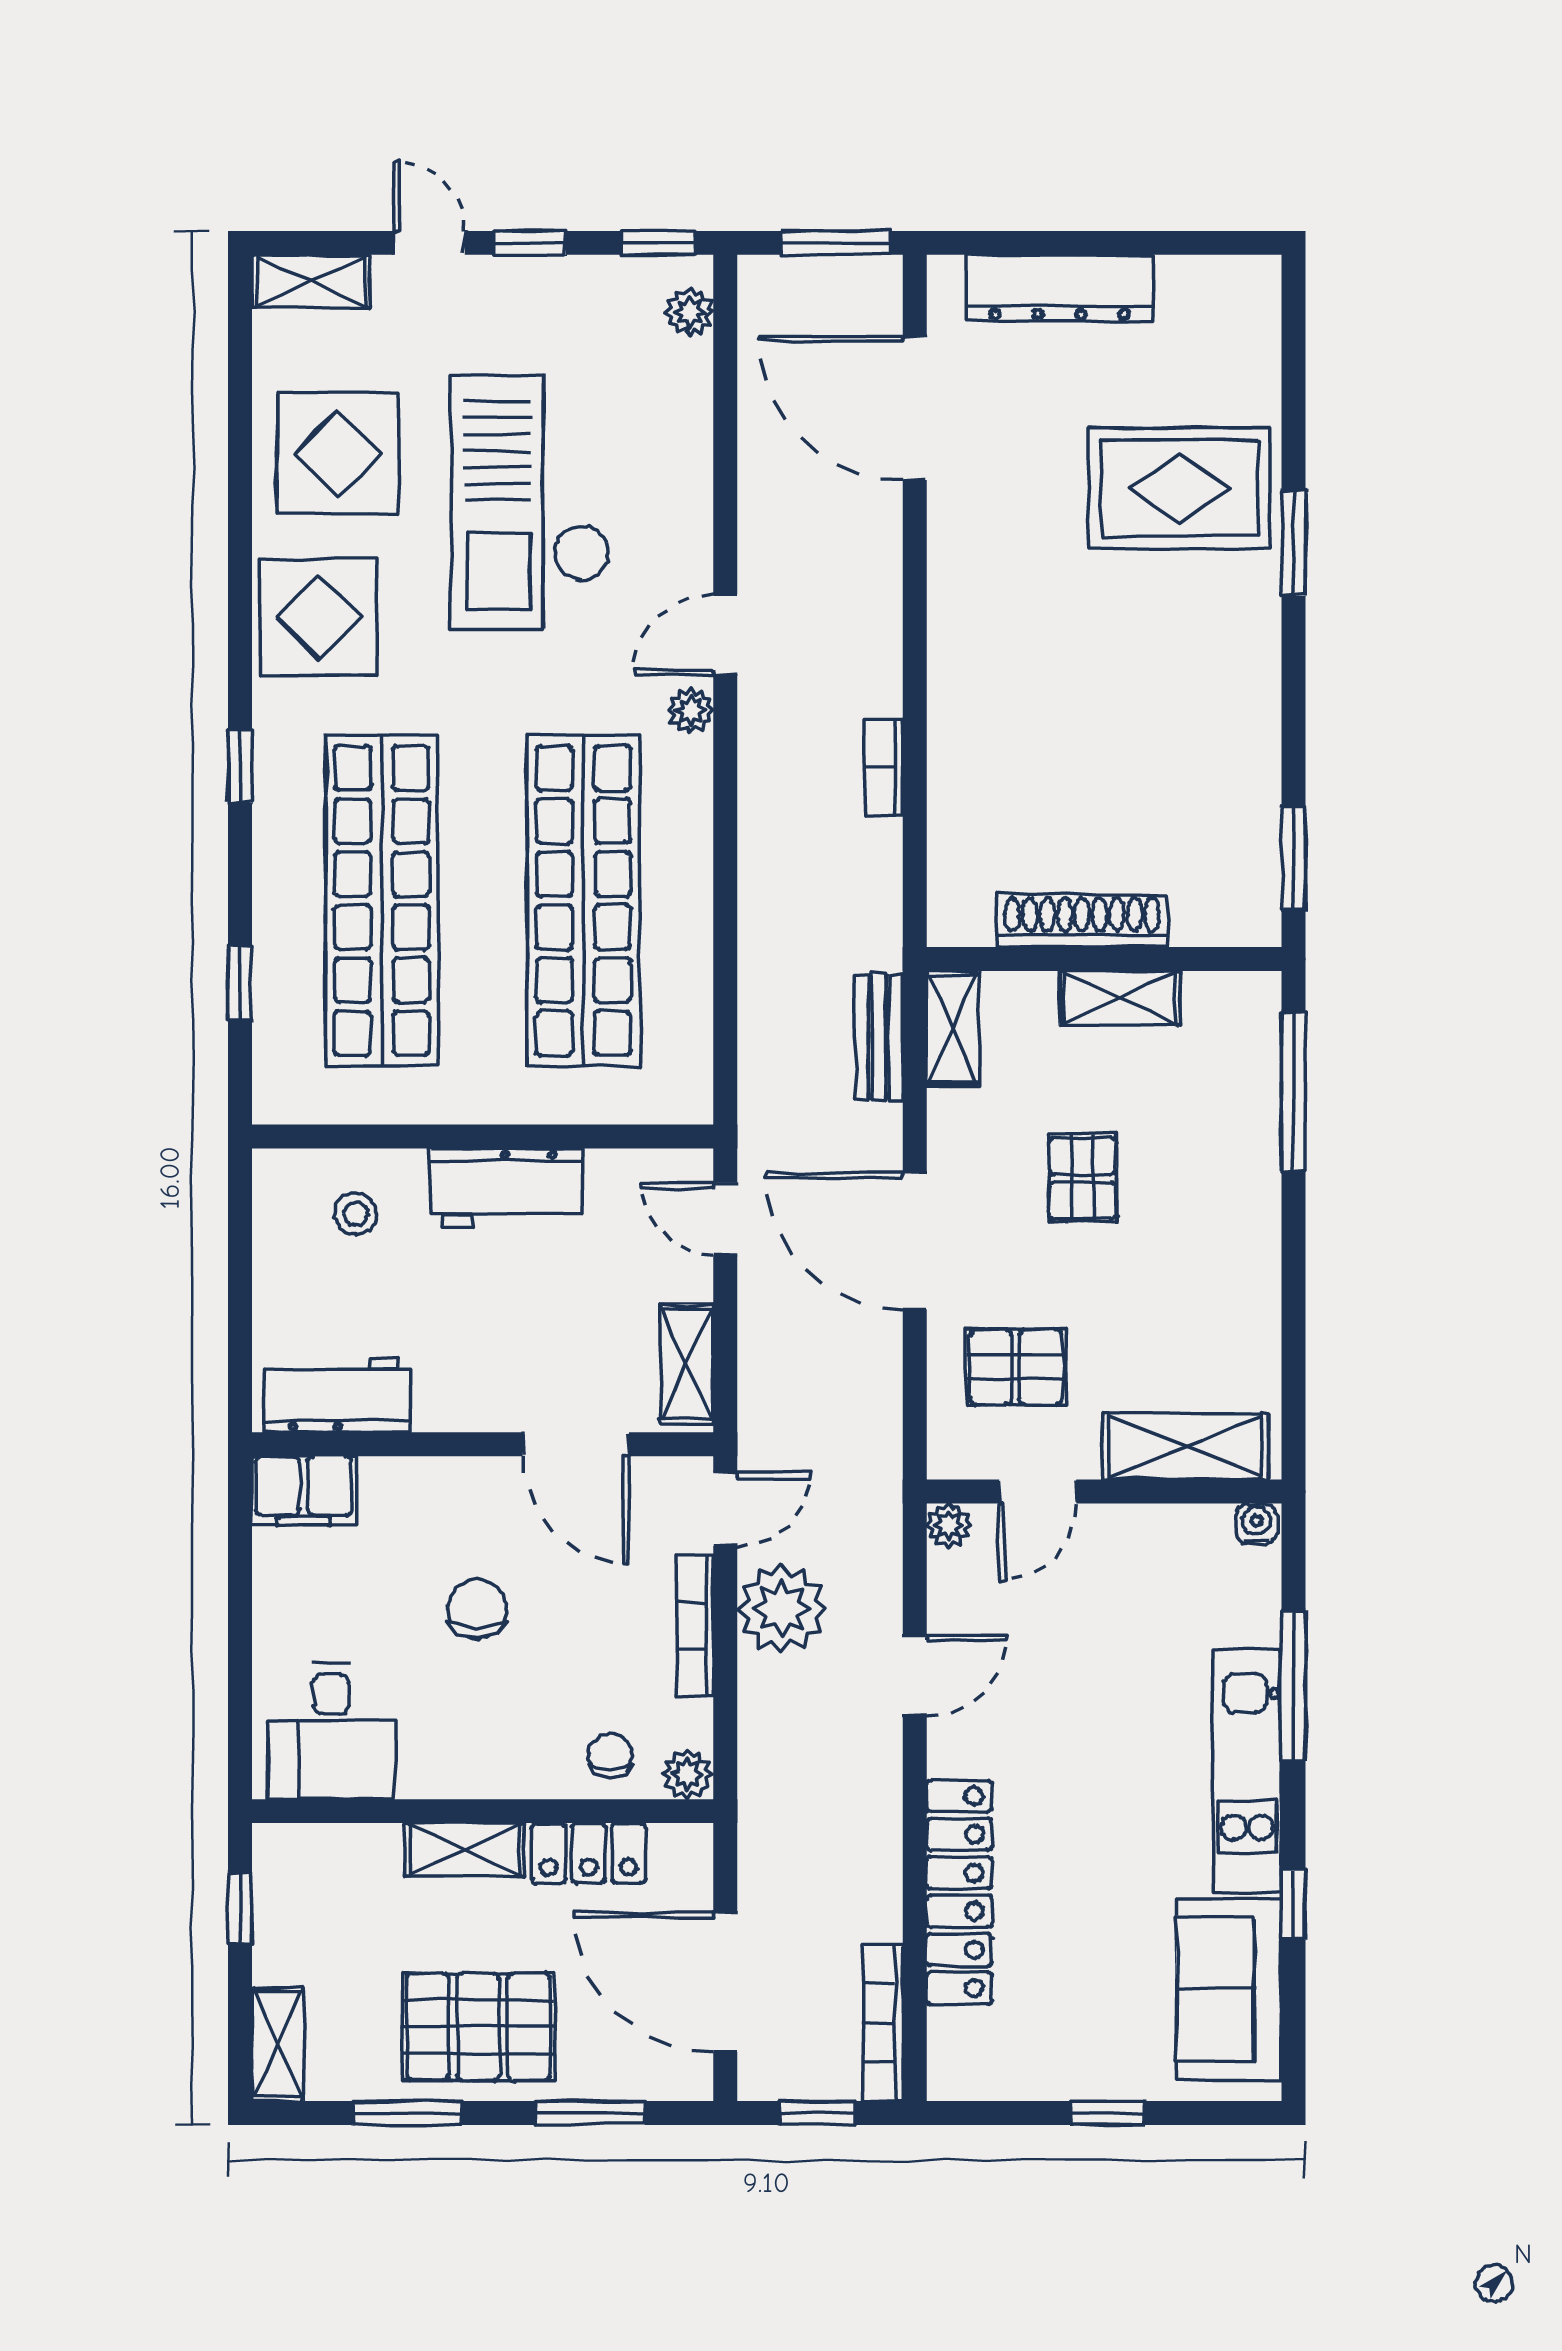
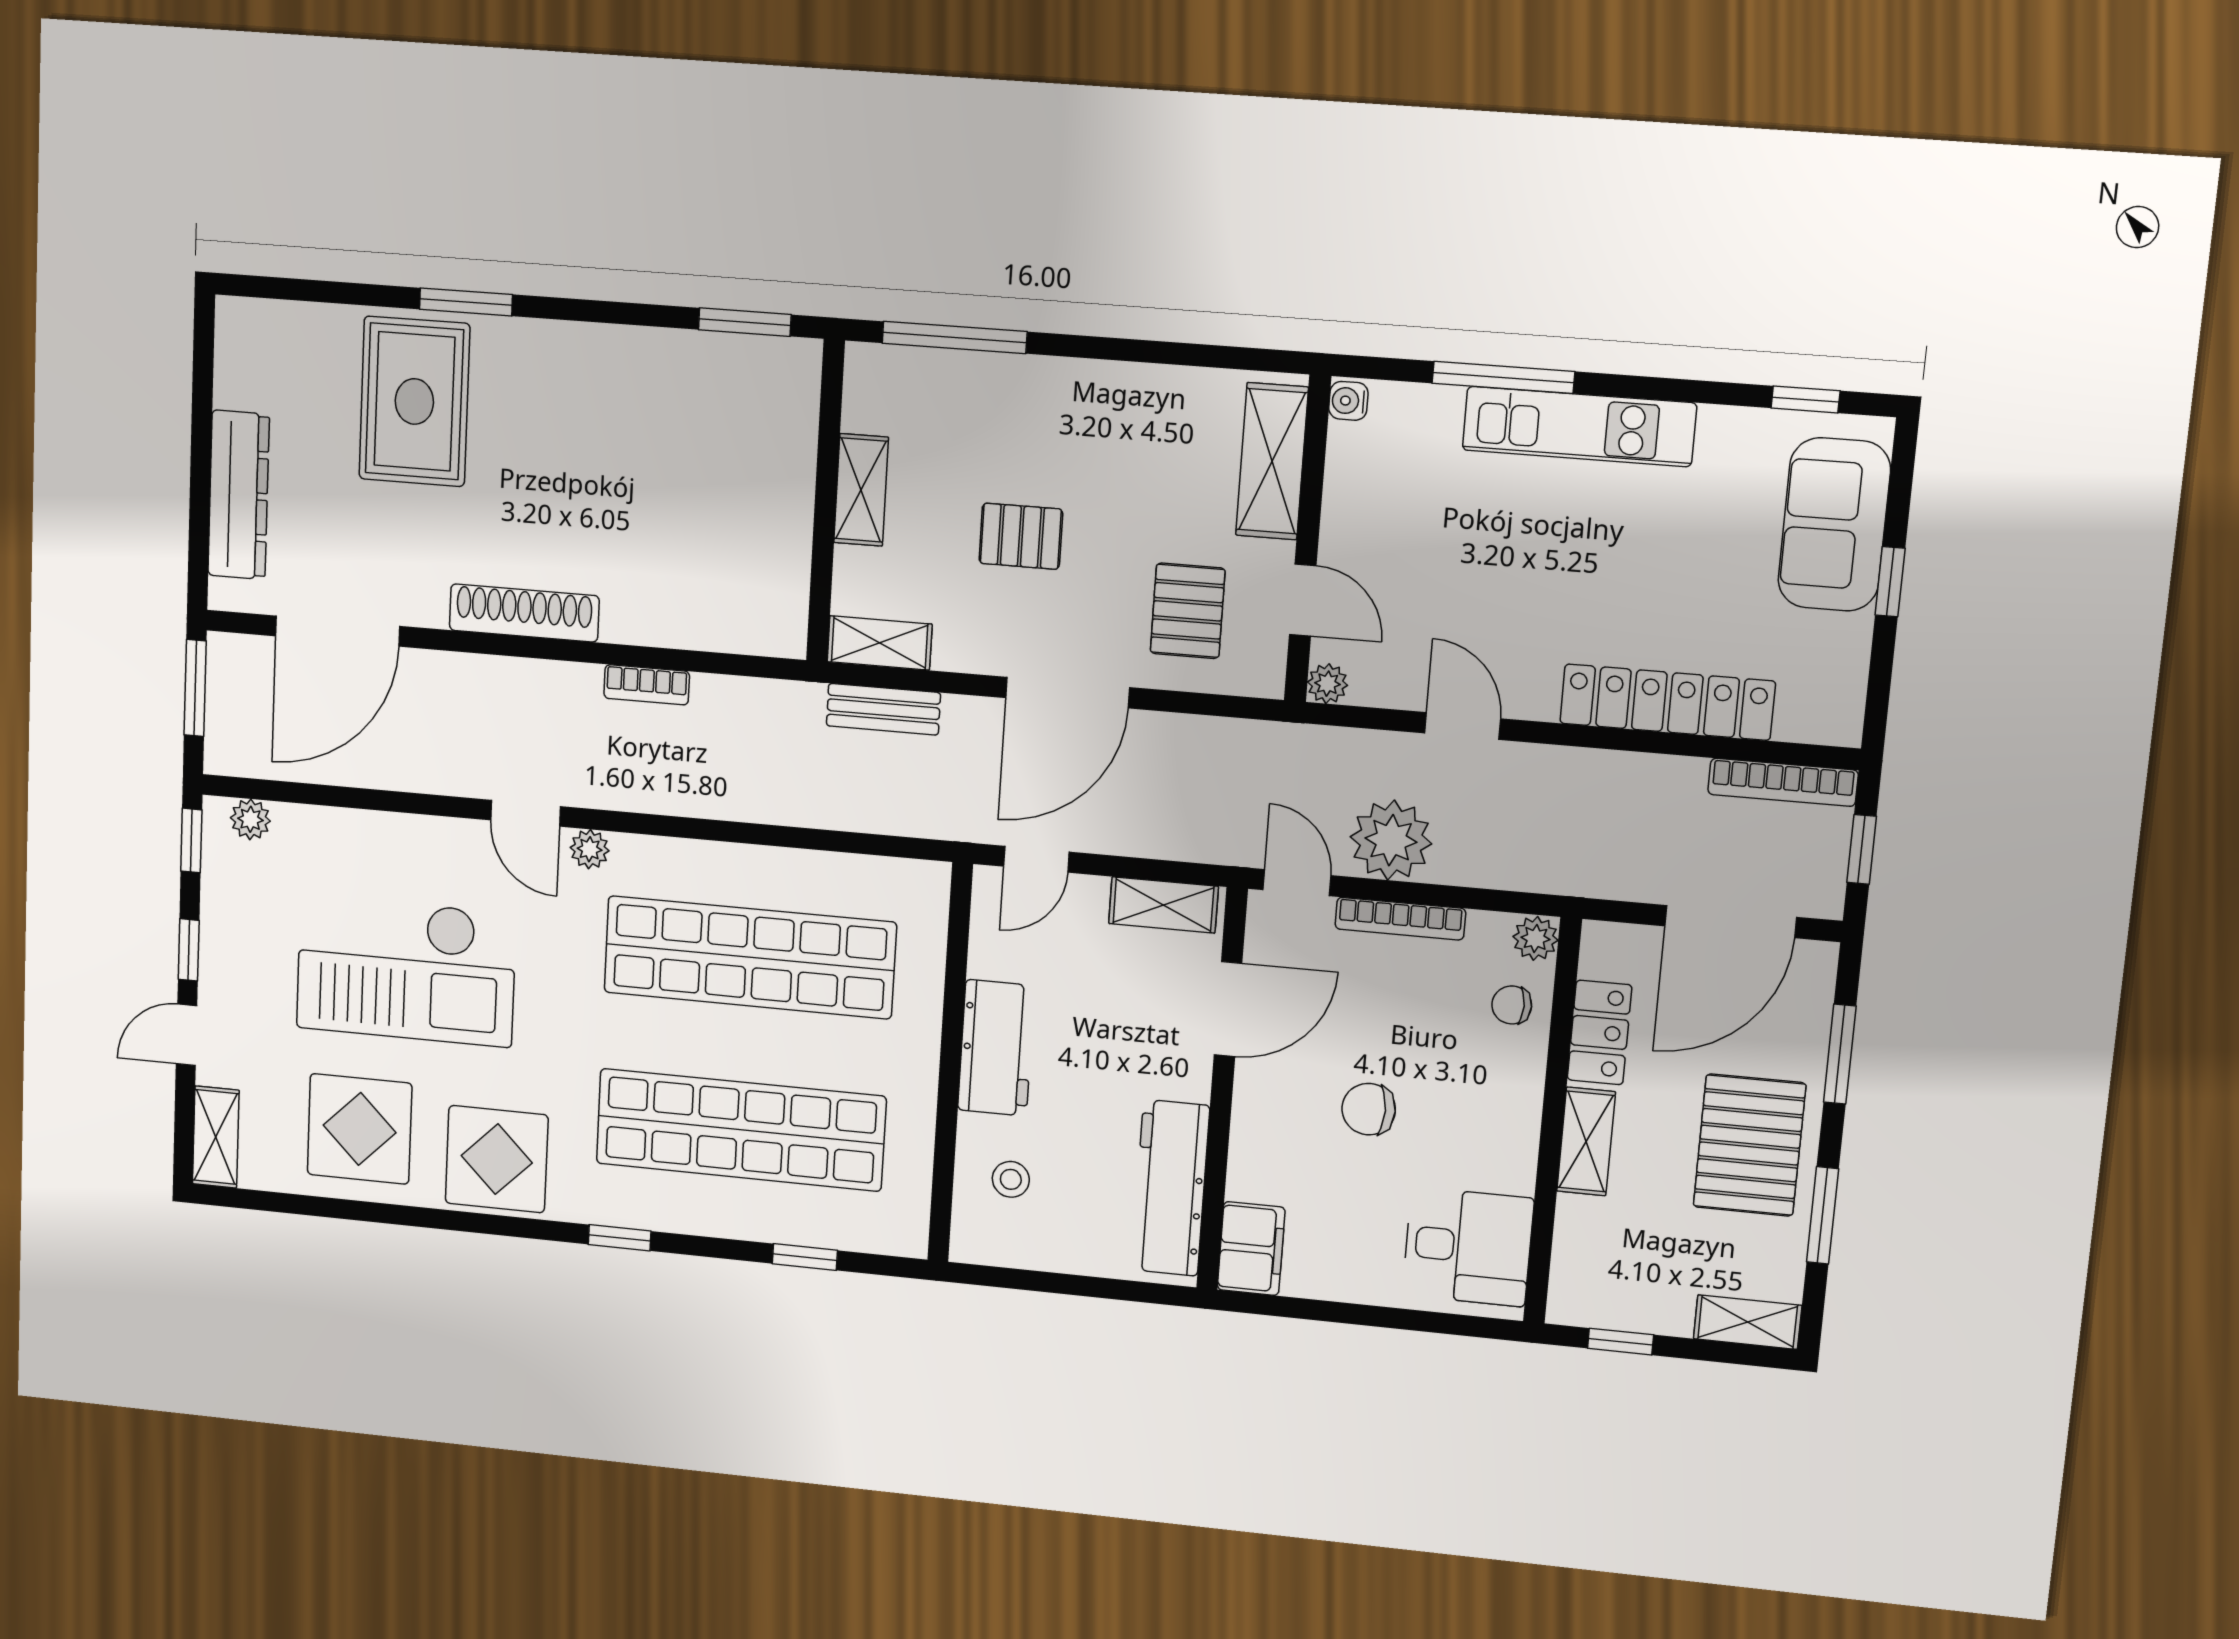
shoe rack: (1082, 921) -> (524, 613), moved, turned 90
workbench: (337, 1395) -> (1170, 1188), width x1.37
window: (1293, 1905) -> (1806, 399), moved
sofa: (1229, 1989) -> (1834, 525), moved, turned 90

